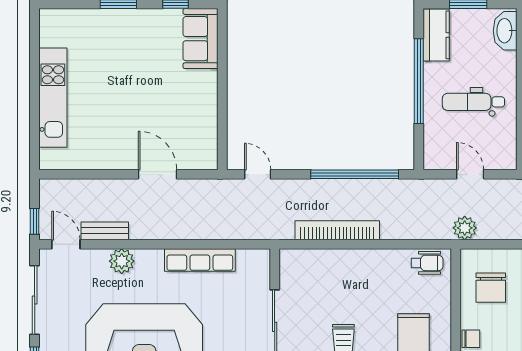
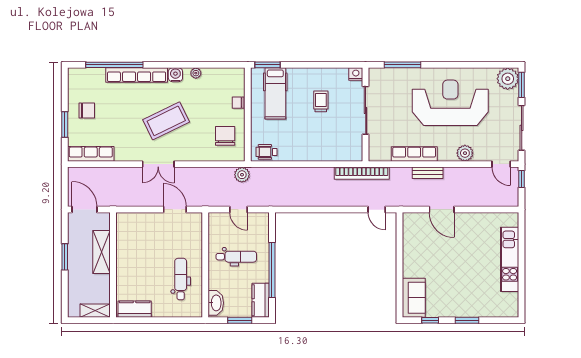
window: (355, 174) -> (314, 210), removed
bookcase: (337, 230) -> (362, 173), moved
bench: (105, 231) -> (428, 173), moved

